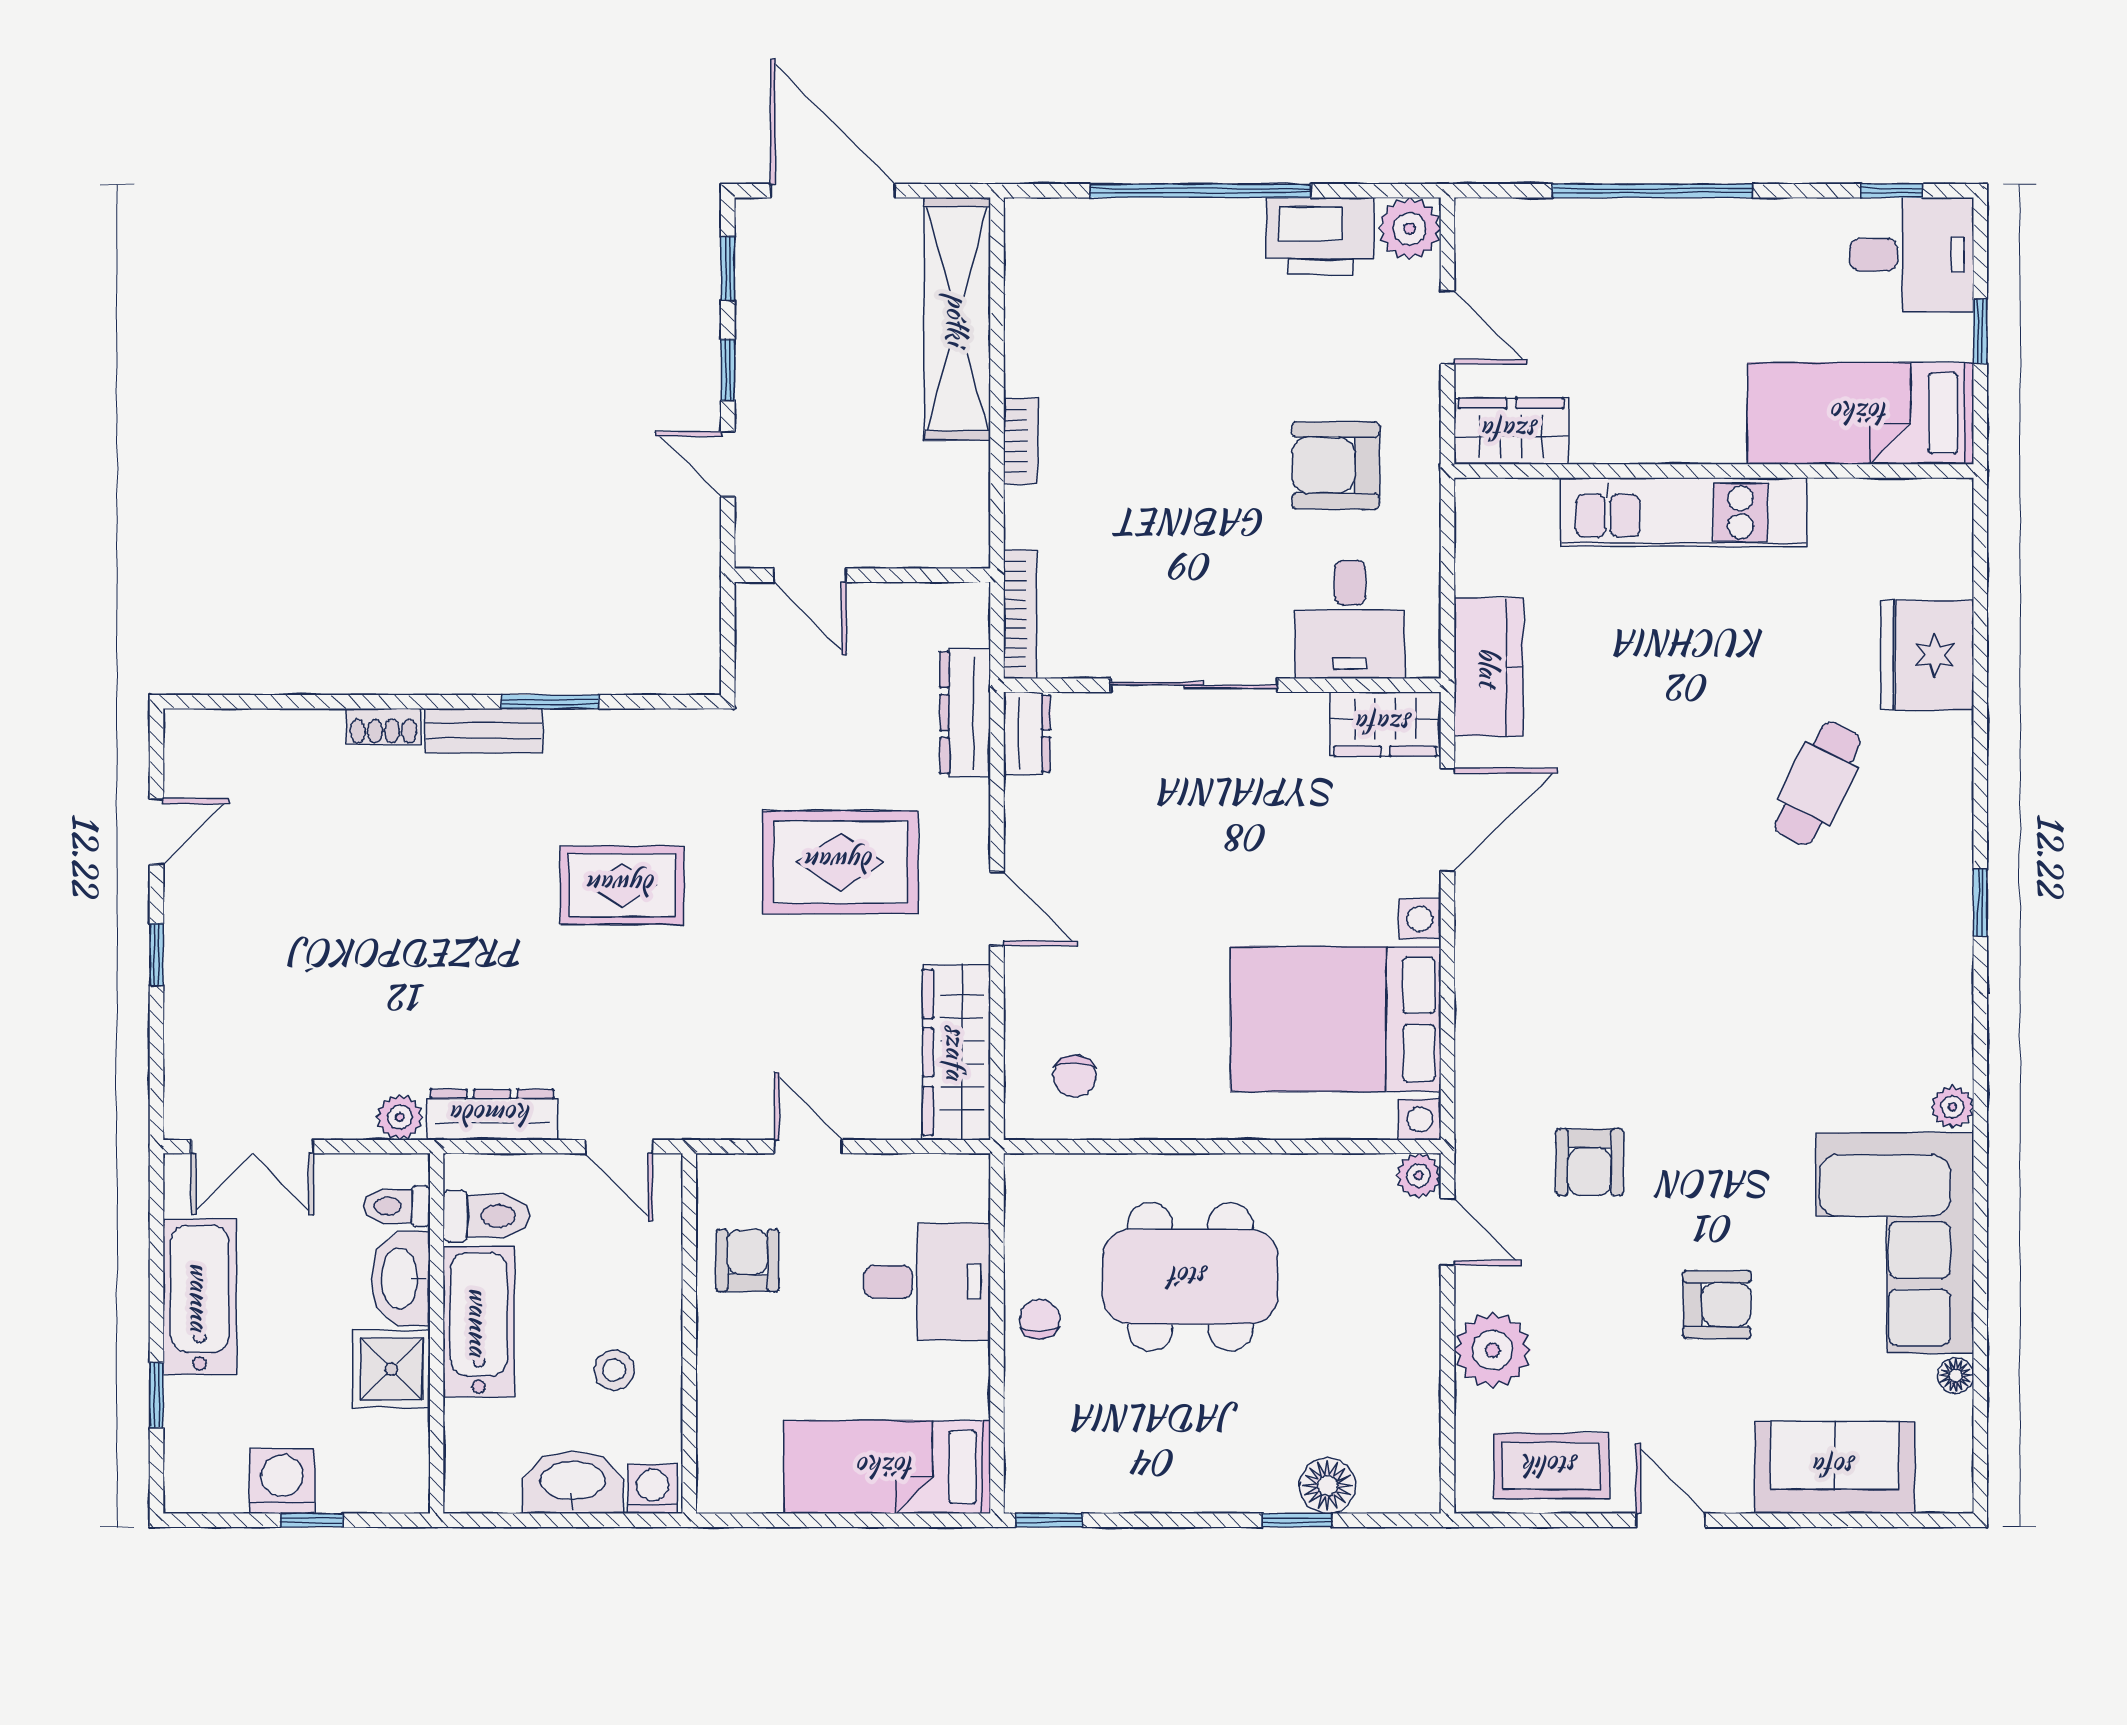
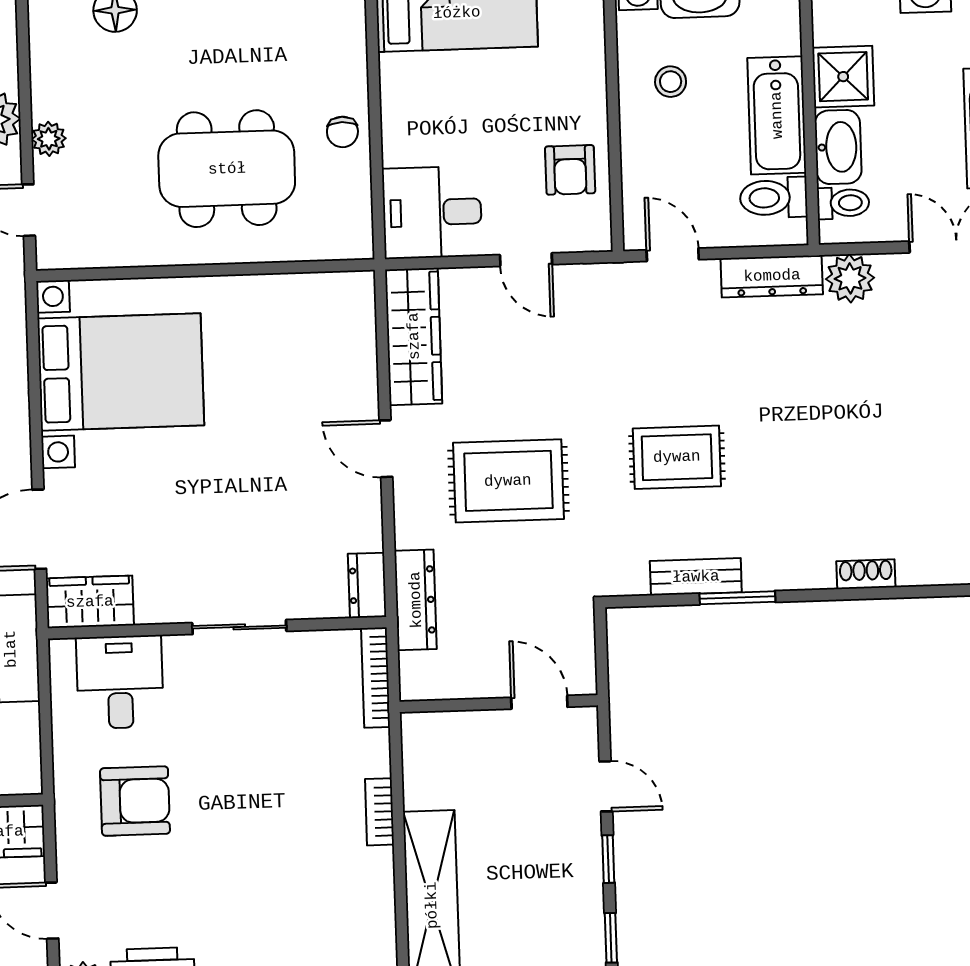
sliding door: (1194, 685) -> (239, 627), width x0.73
bench: (484, 731) -> (696, 577), moved
chair: (1075, 1076) -> (321, 321), removed
plant: (400, 1117) -> (850, 278), width x1.38, depth x1.38
plant: (1419, 1176) -> (49, 139), moved
desk: (927, 1282) -> (432, 212), moved

